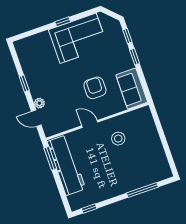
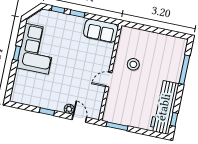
armchair: (95, 88) -> (83, 59), removed
door: (36, 118) -> (79, 118), swing flipped
workbench: (66, 165) -> (164, 107), moved, turned -90

